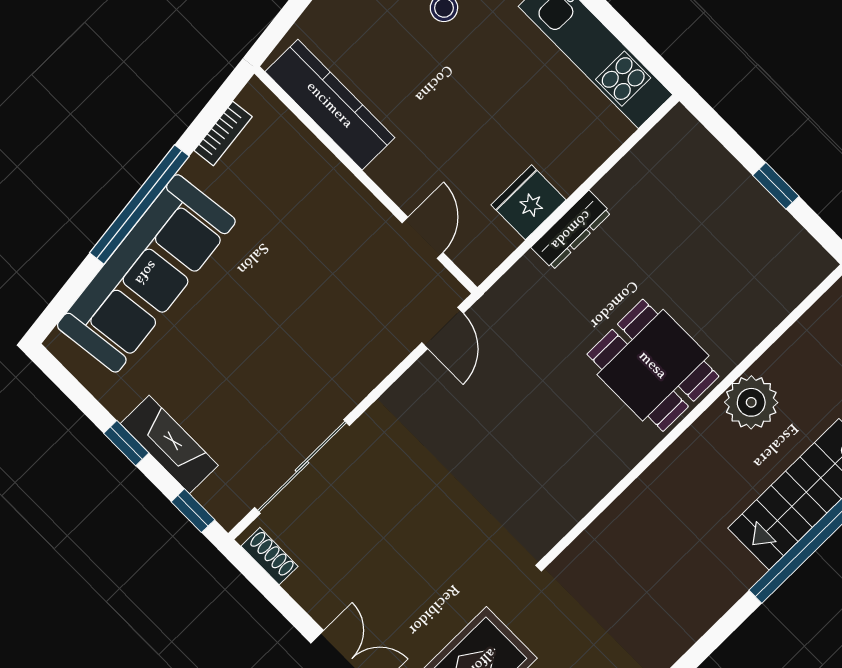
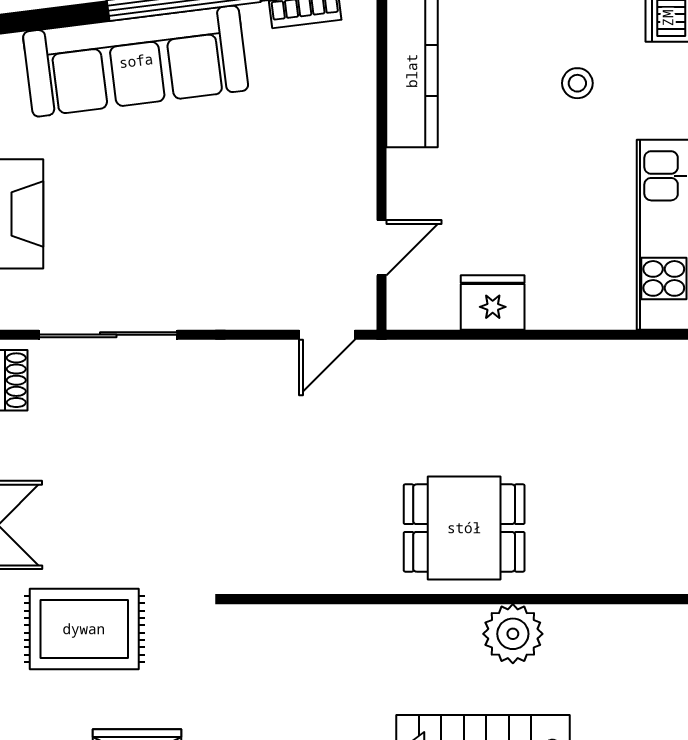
dresser: (571, 230) -> (505, 357), removed
dining table: (653, 365) -> (464, 528), turned 90

